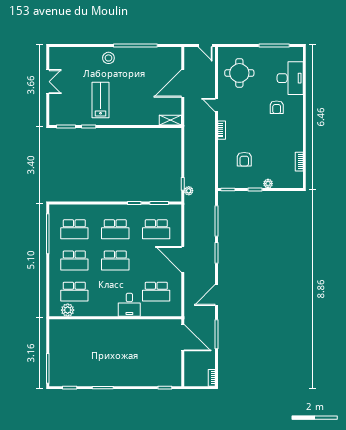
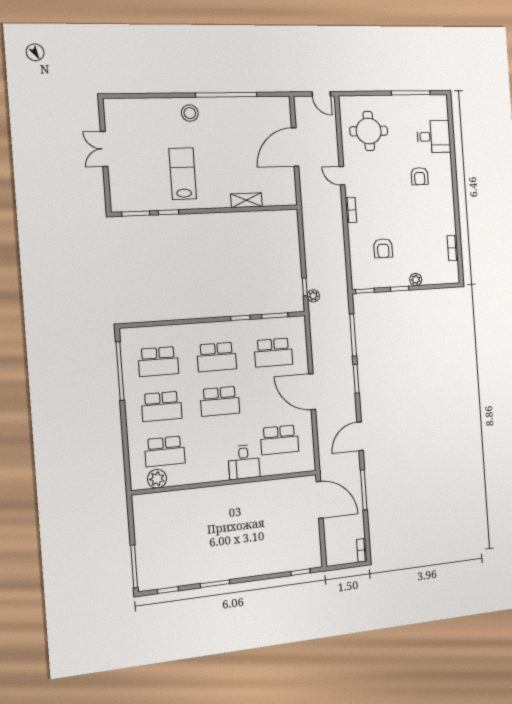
desk: (290, 78) -> (434, 137), width x0.73
double door: (48, 82) -> (104, 149), swing flipped
shelving: (170, 120) -> (246, 200), moved

